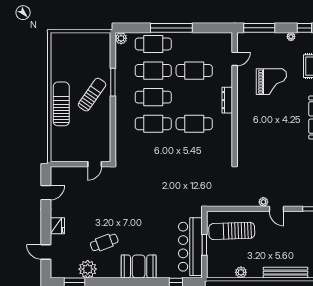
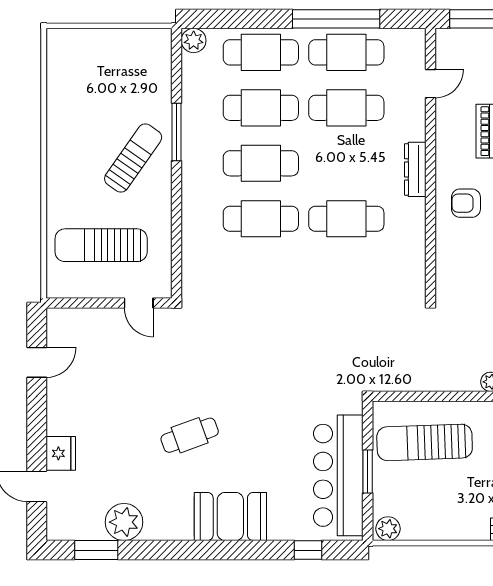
window: (171, 28) -> (336, 19), moved
cafe table: (194, 44) -> (346, 52), added
sun lounger: (61, 104) -> (101, 245), moved, turned -90
armchair: (252, 116) -> (466, 203), added
door: (95, 164) -> (139, 303), hinge flipped
fridge: (57, 226) -> (61, 453), moved
cafe table: (104, 242) -> (190, 435), moved
plant: (241, 272) -> (388, 529), moved

